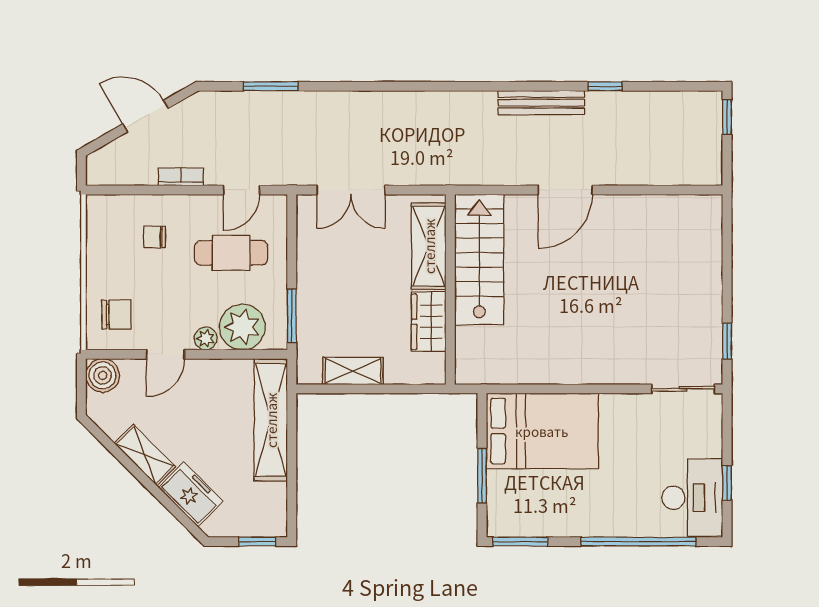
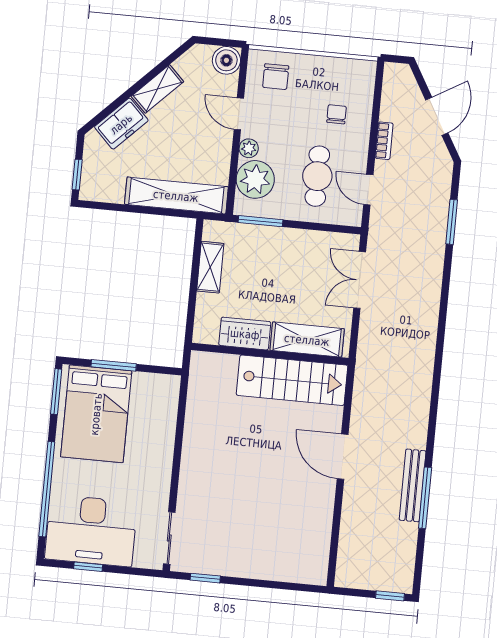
window: (605, 86) -> (425, 498), width x2.17
bench: (541, 103) -> (413, 485), moved
bed: (542, 431) -> (96, 414), moved
desk: (692, 498) -> (91, 531), width x1.36, depth x1.30

